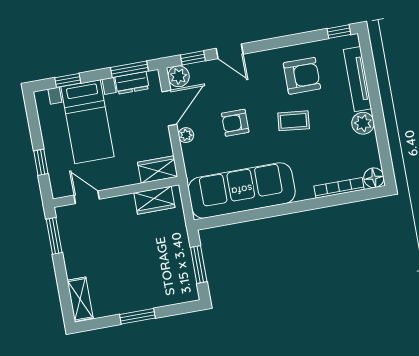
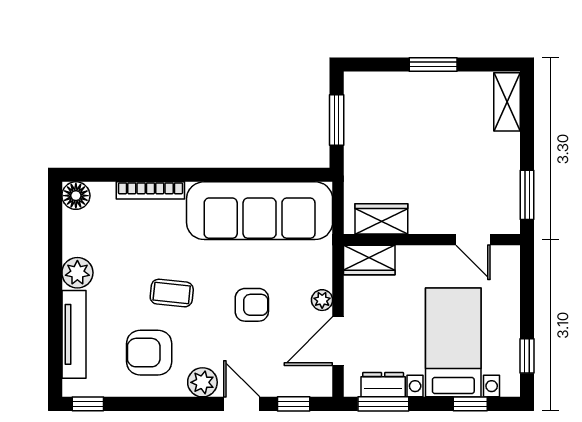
plant: (179, 76) -> (202, 382), moved
window: (41, 162) -> (527, 356), moved
bookcase: (339, 188) -> (150, 190), moved

